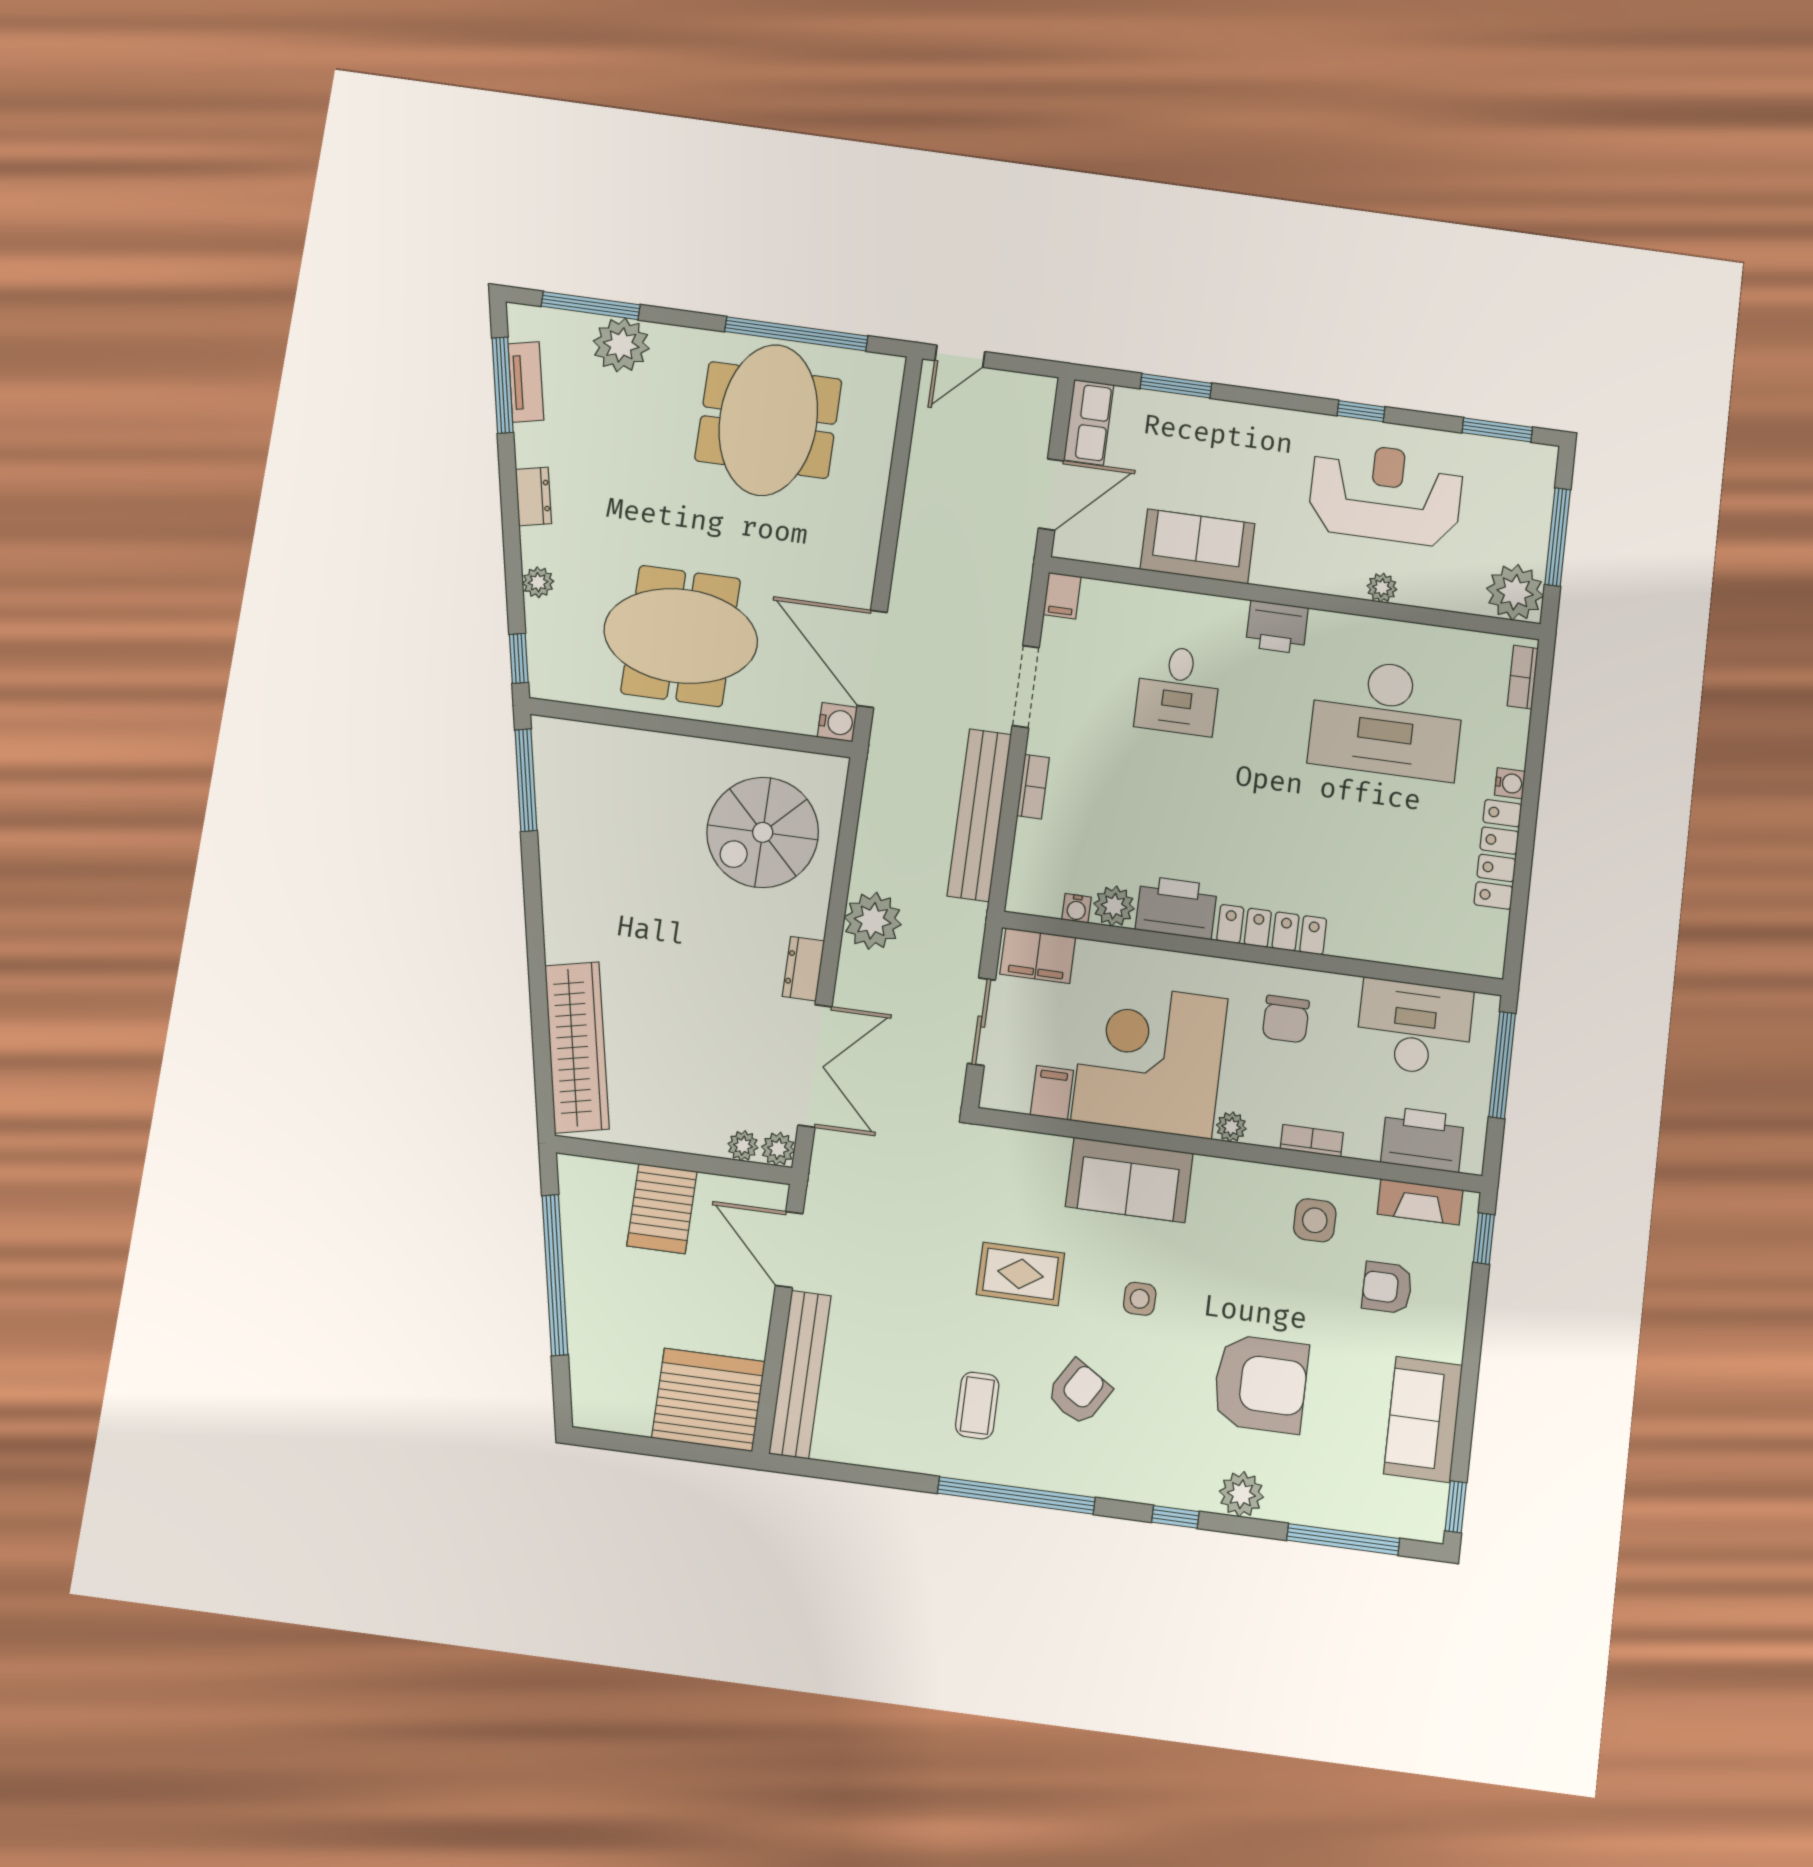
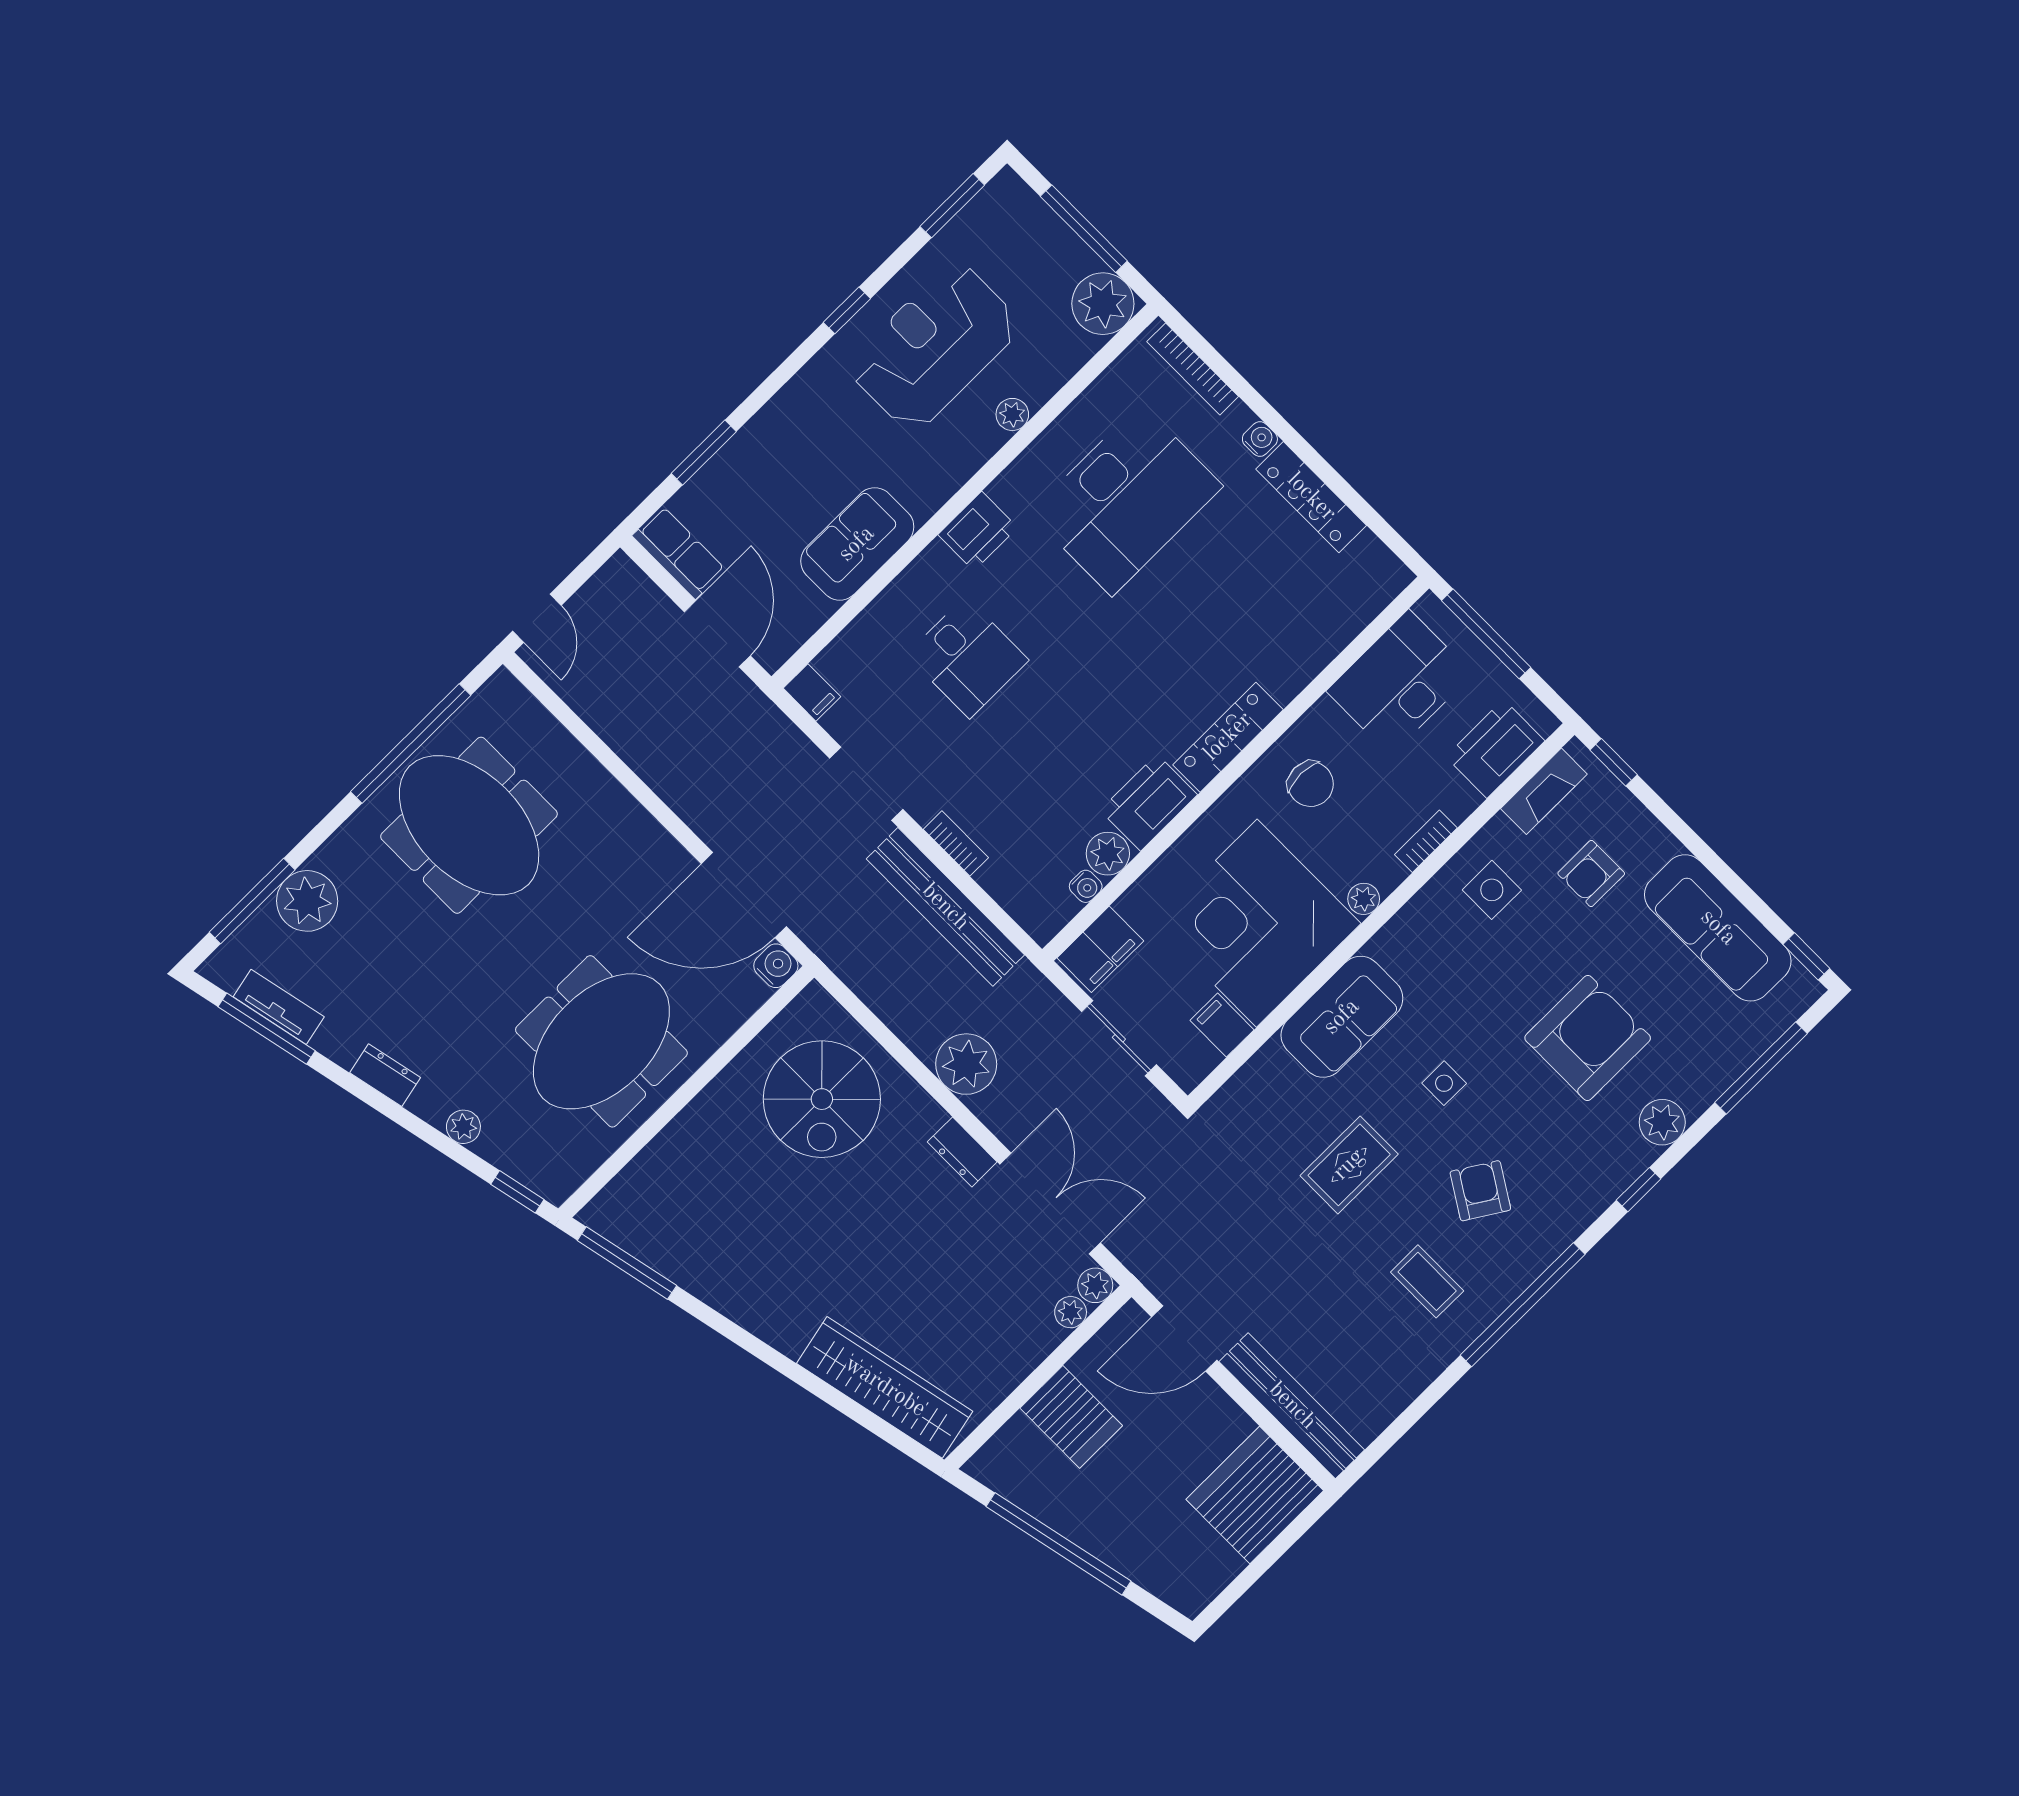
bookcase: (1523, 677) -> (1193, 369), width x1.56
sofa: (1423, 1419) -> (1718, 928), width x1.36

